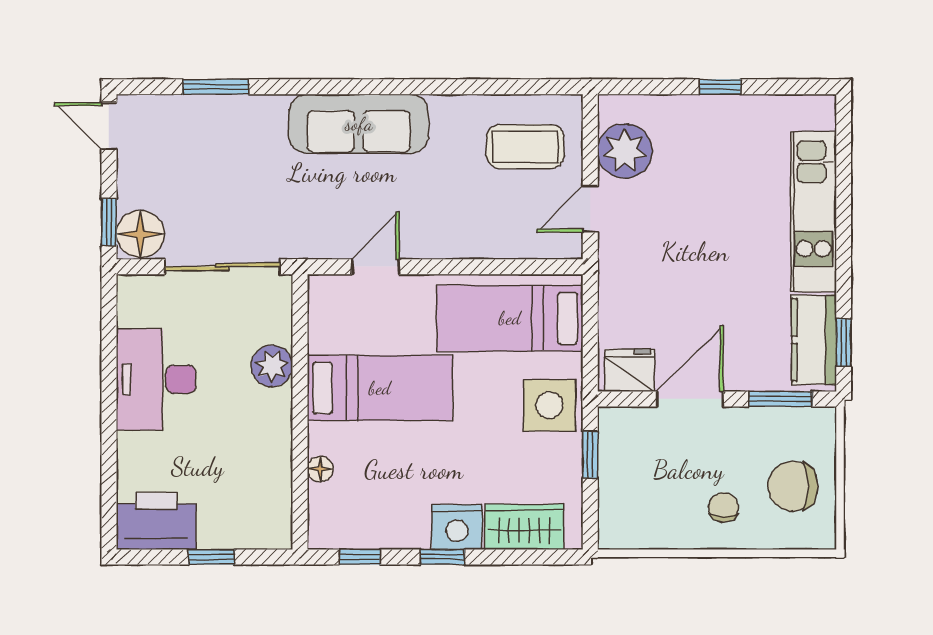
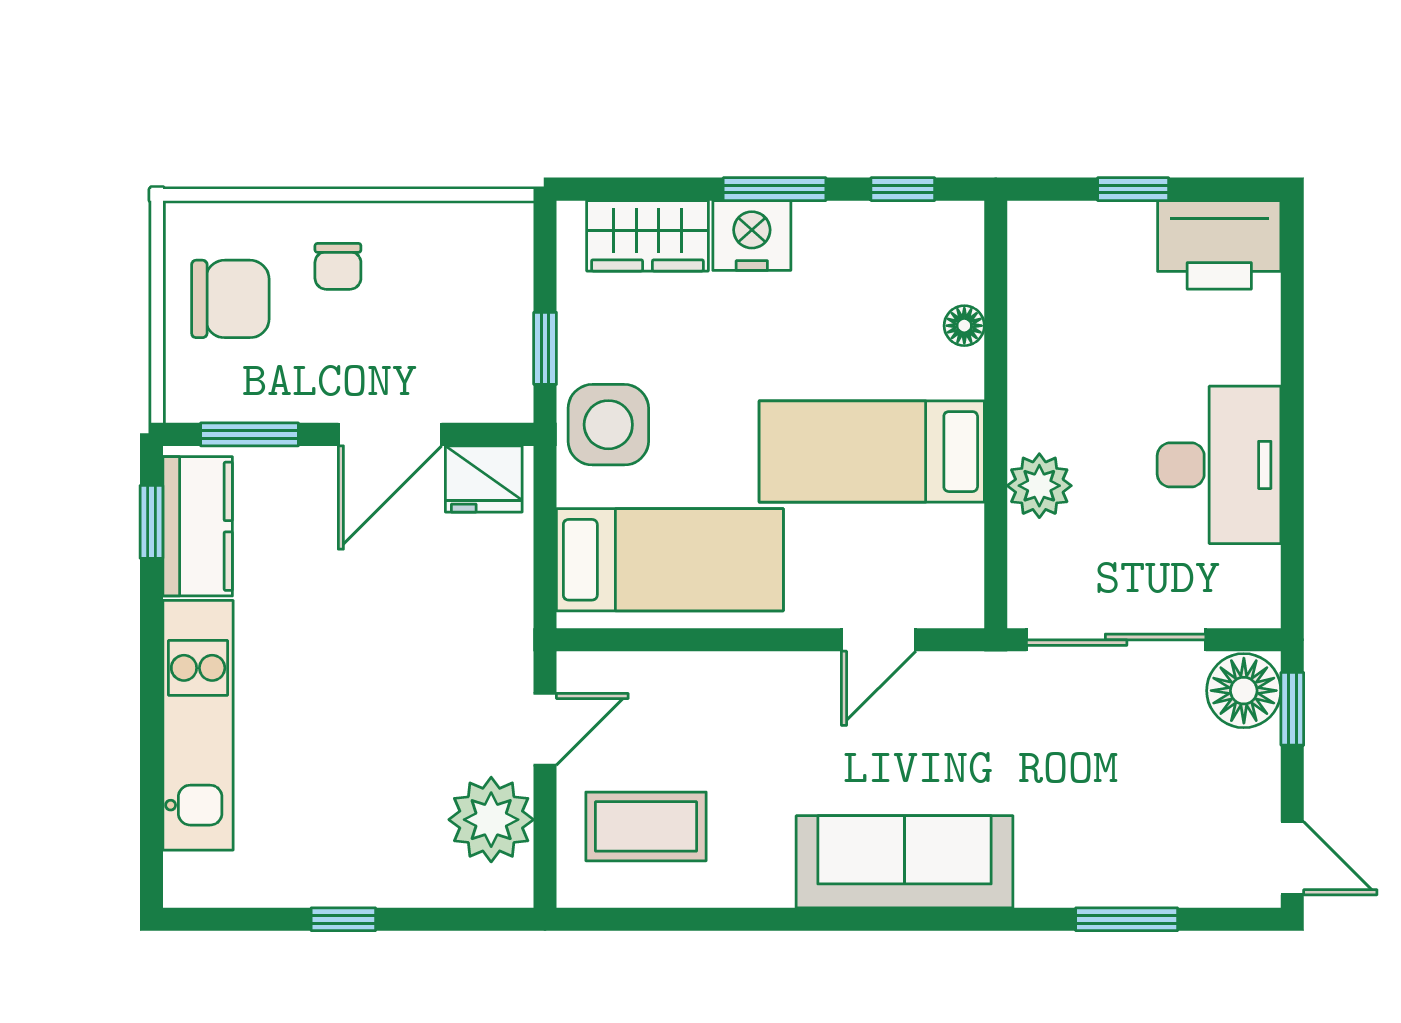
window: (442, 557) -> (775, 189), width x1.50

